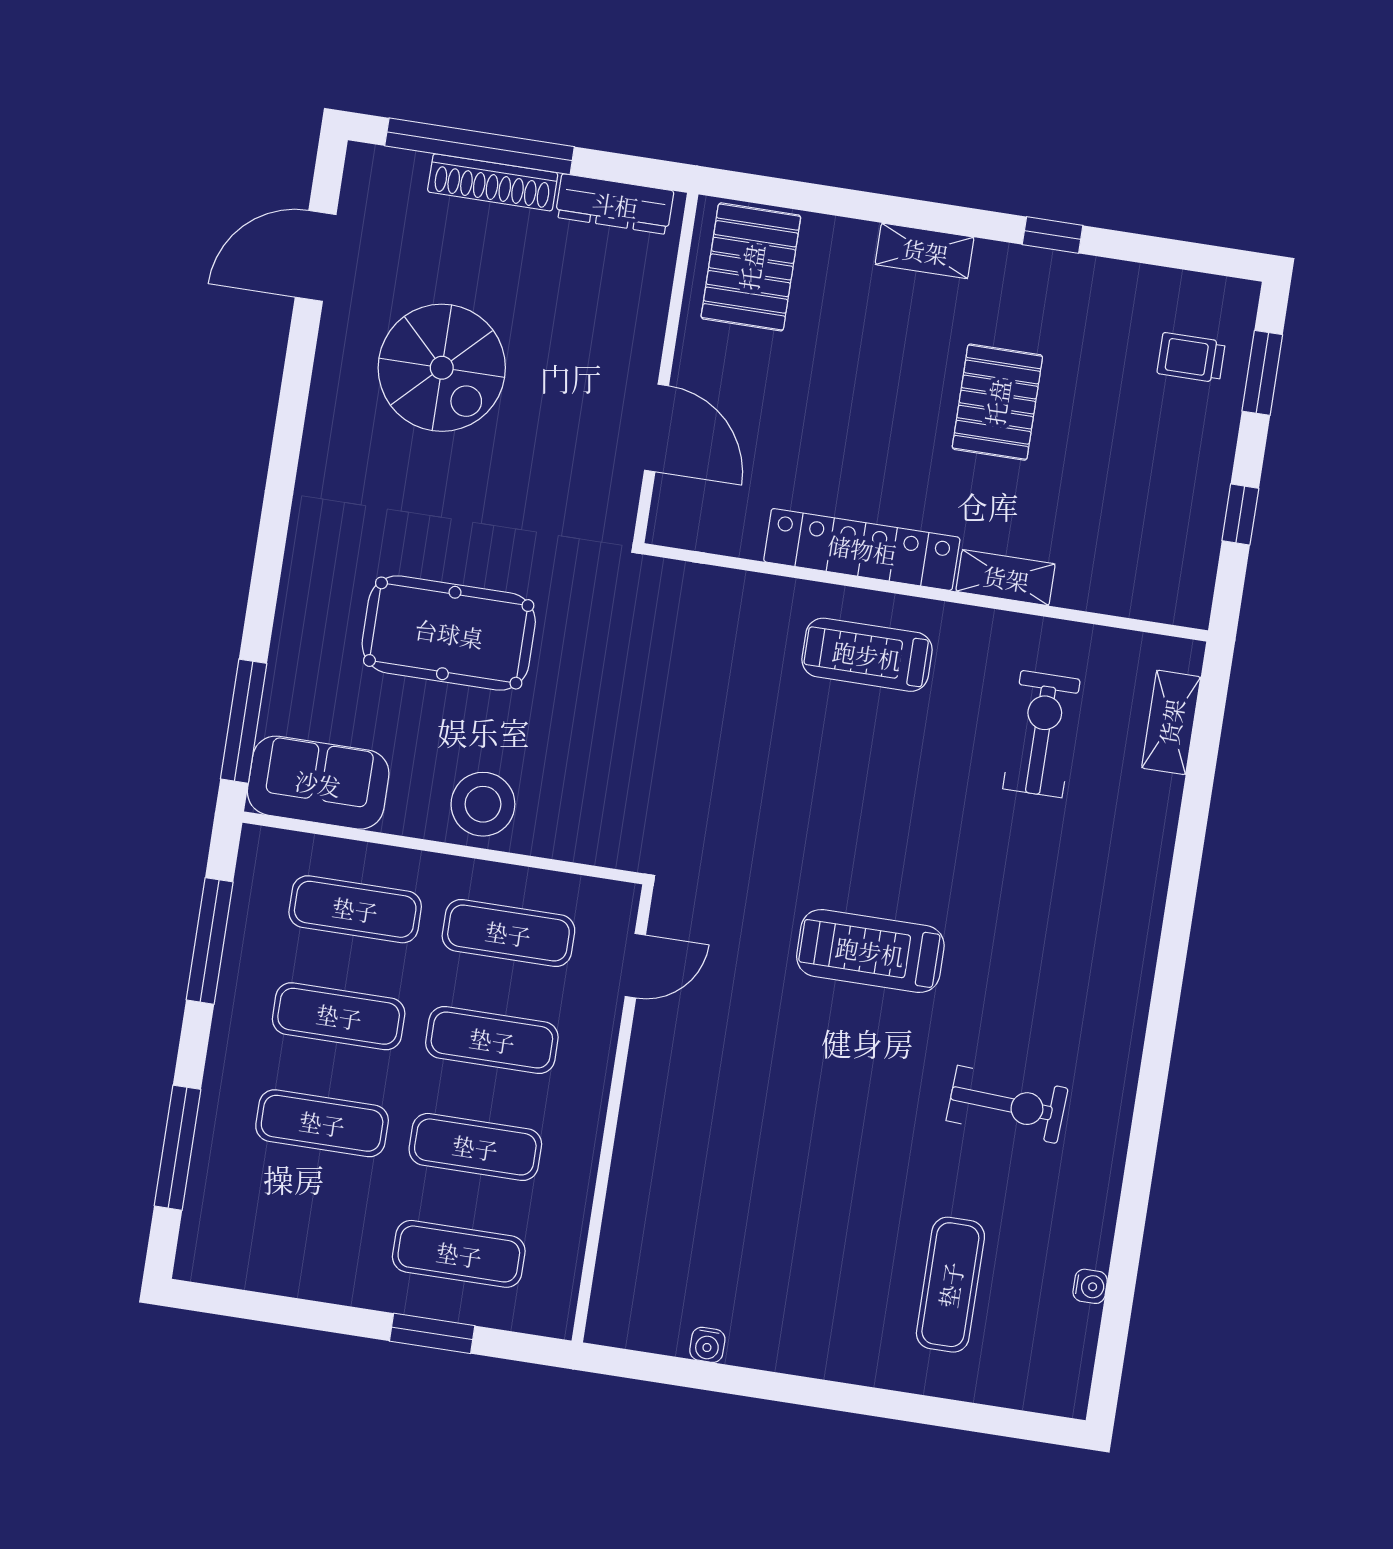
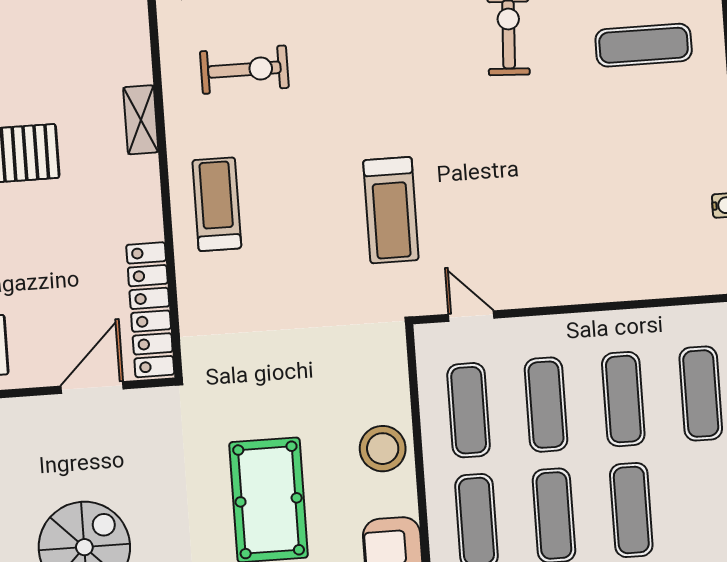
locker: (862, 549) -> (150, 310), moved
treadmill: (867, 655) -> (217, 204), turned 180
exercise bike: (1041, 734) -> (244, 70), turned 180
treadmill: (870, 951) -> (391, 210), moved

